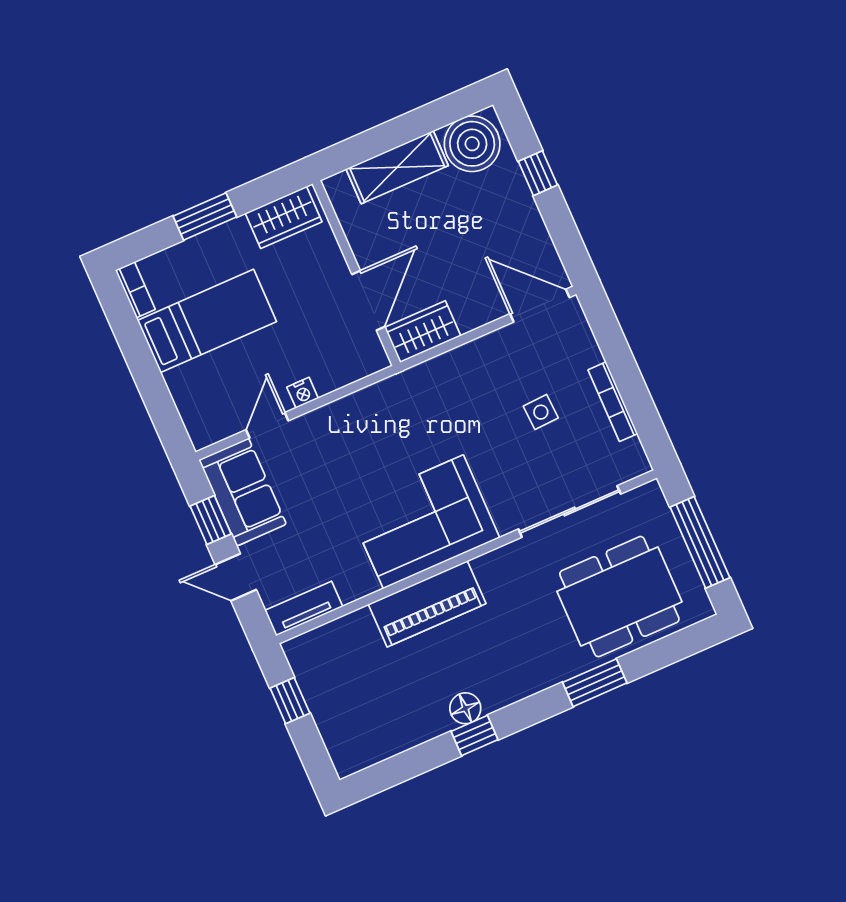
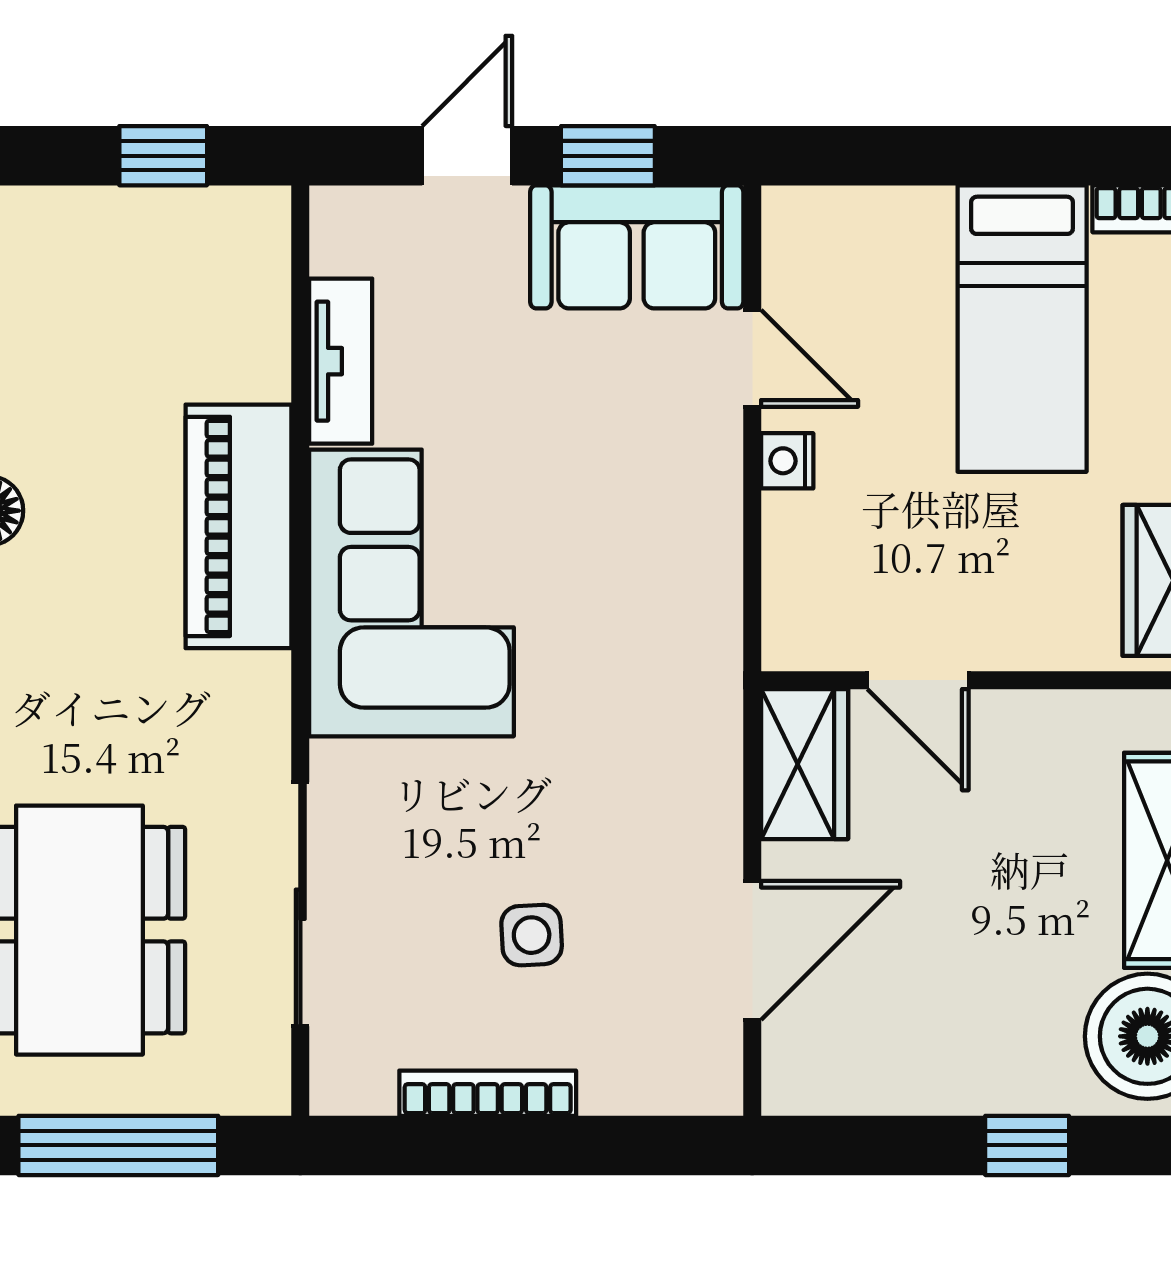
door: (368, 300) -> (918, 680), width x0.73
door: (540, 306) -> (752, 950), moved
tv unit: (304, 609) -> (341, 361), moved

